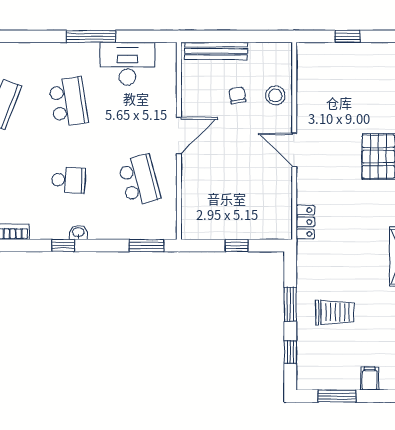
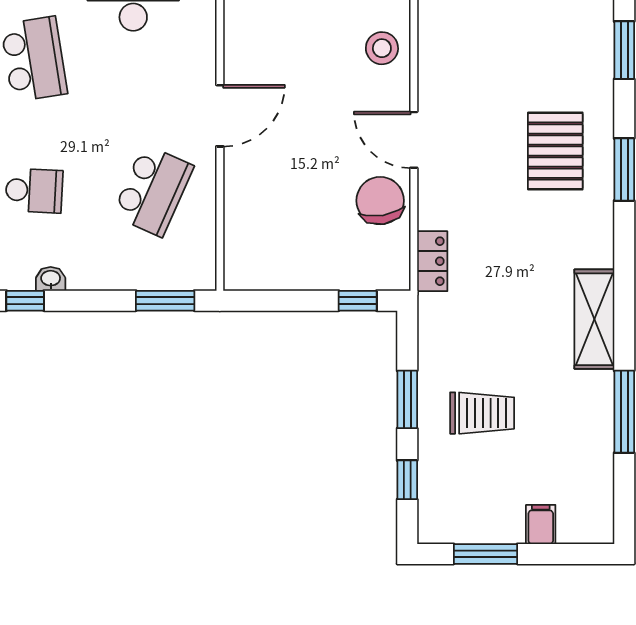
chair: (237, 95) -> (380, 201), moved, width x1.87, depth x1.87
school desk: (139, 180) -> (153, 191), turned 39
window: (237, 246) -> (358, 301), moved

